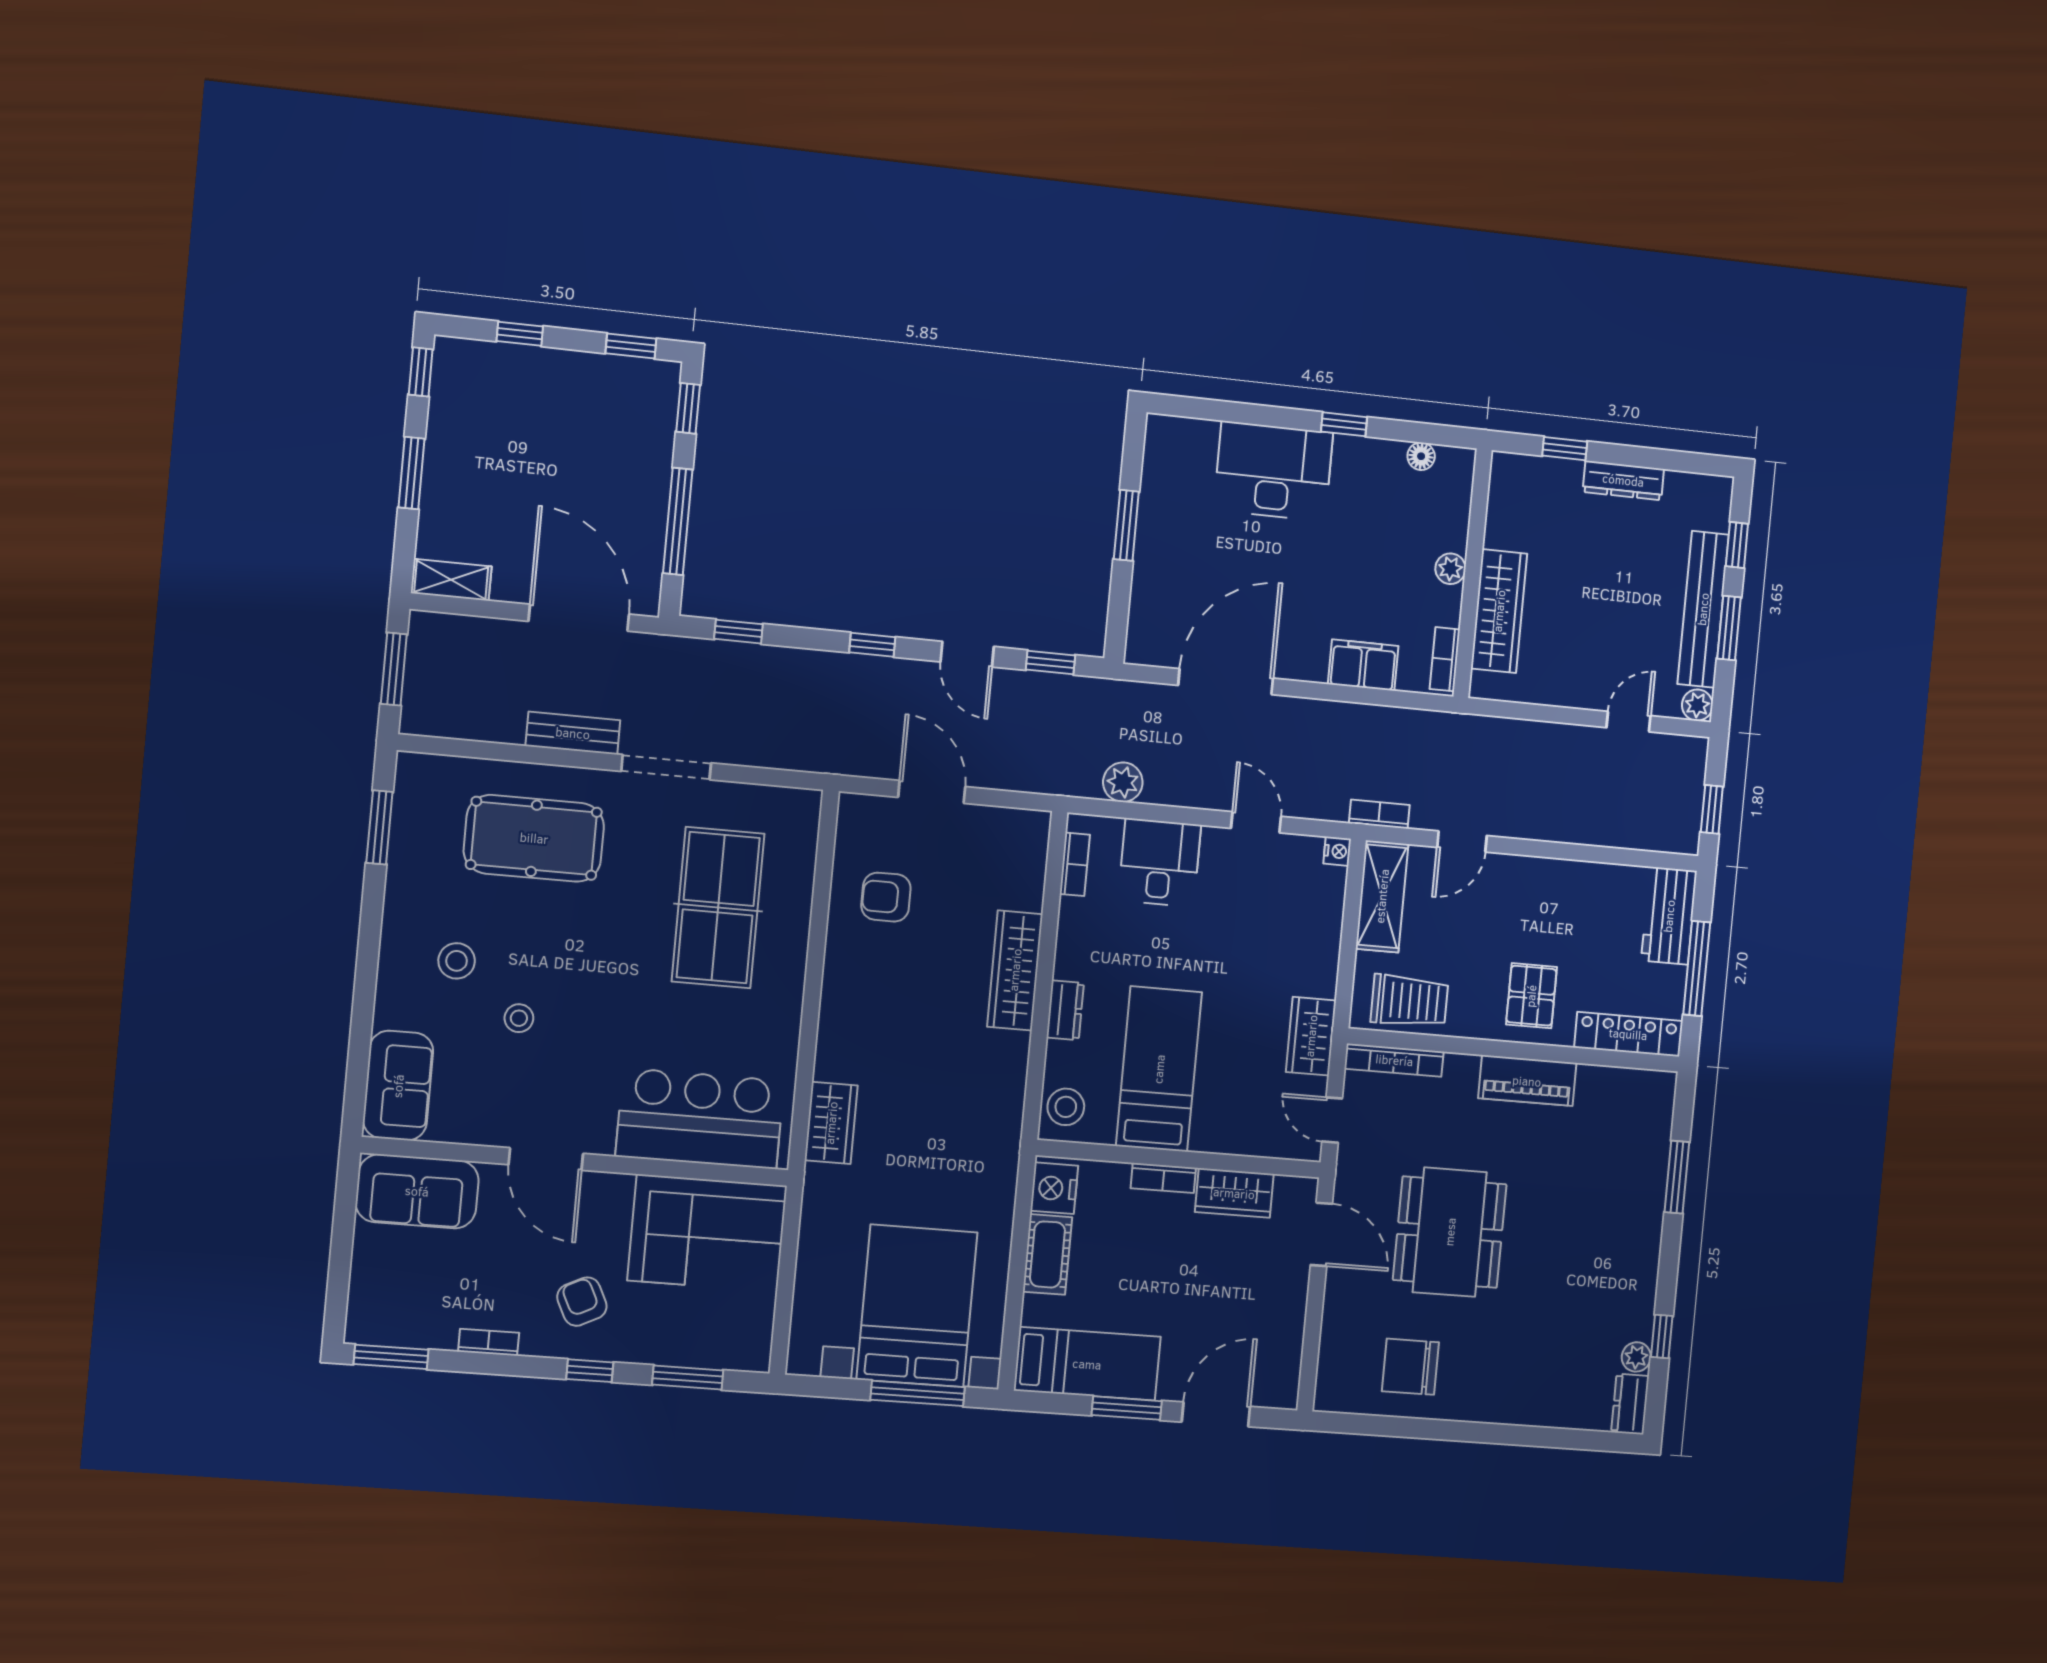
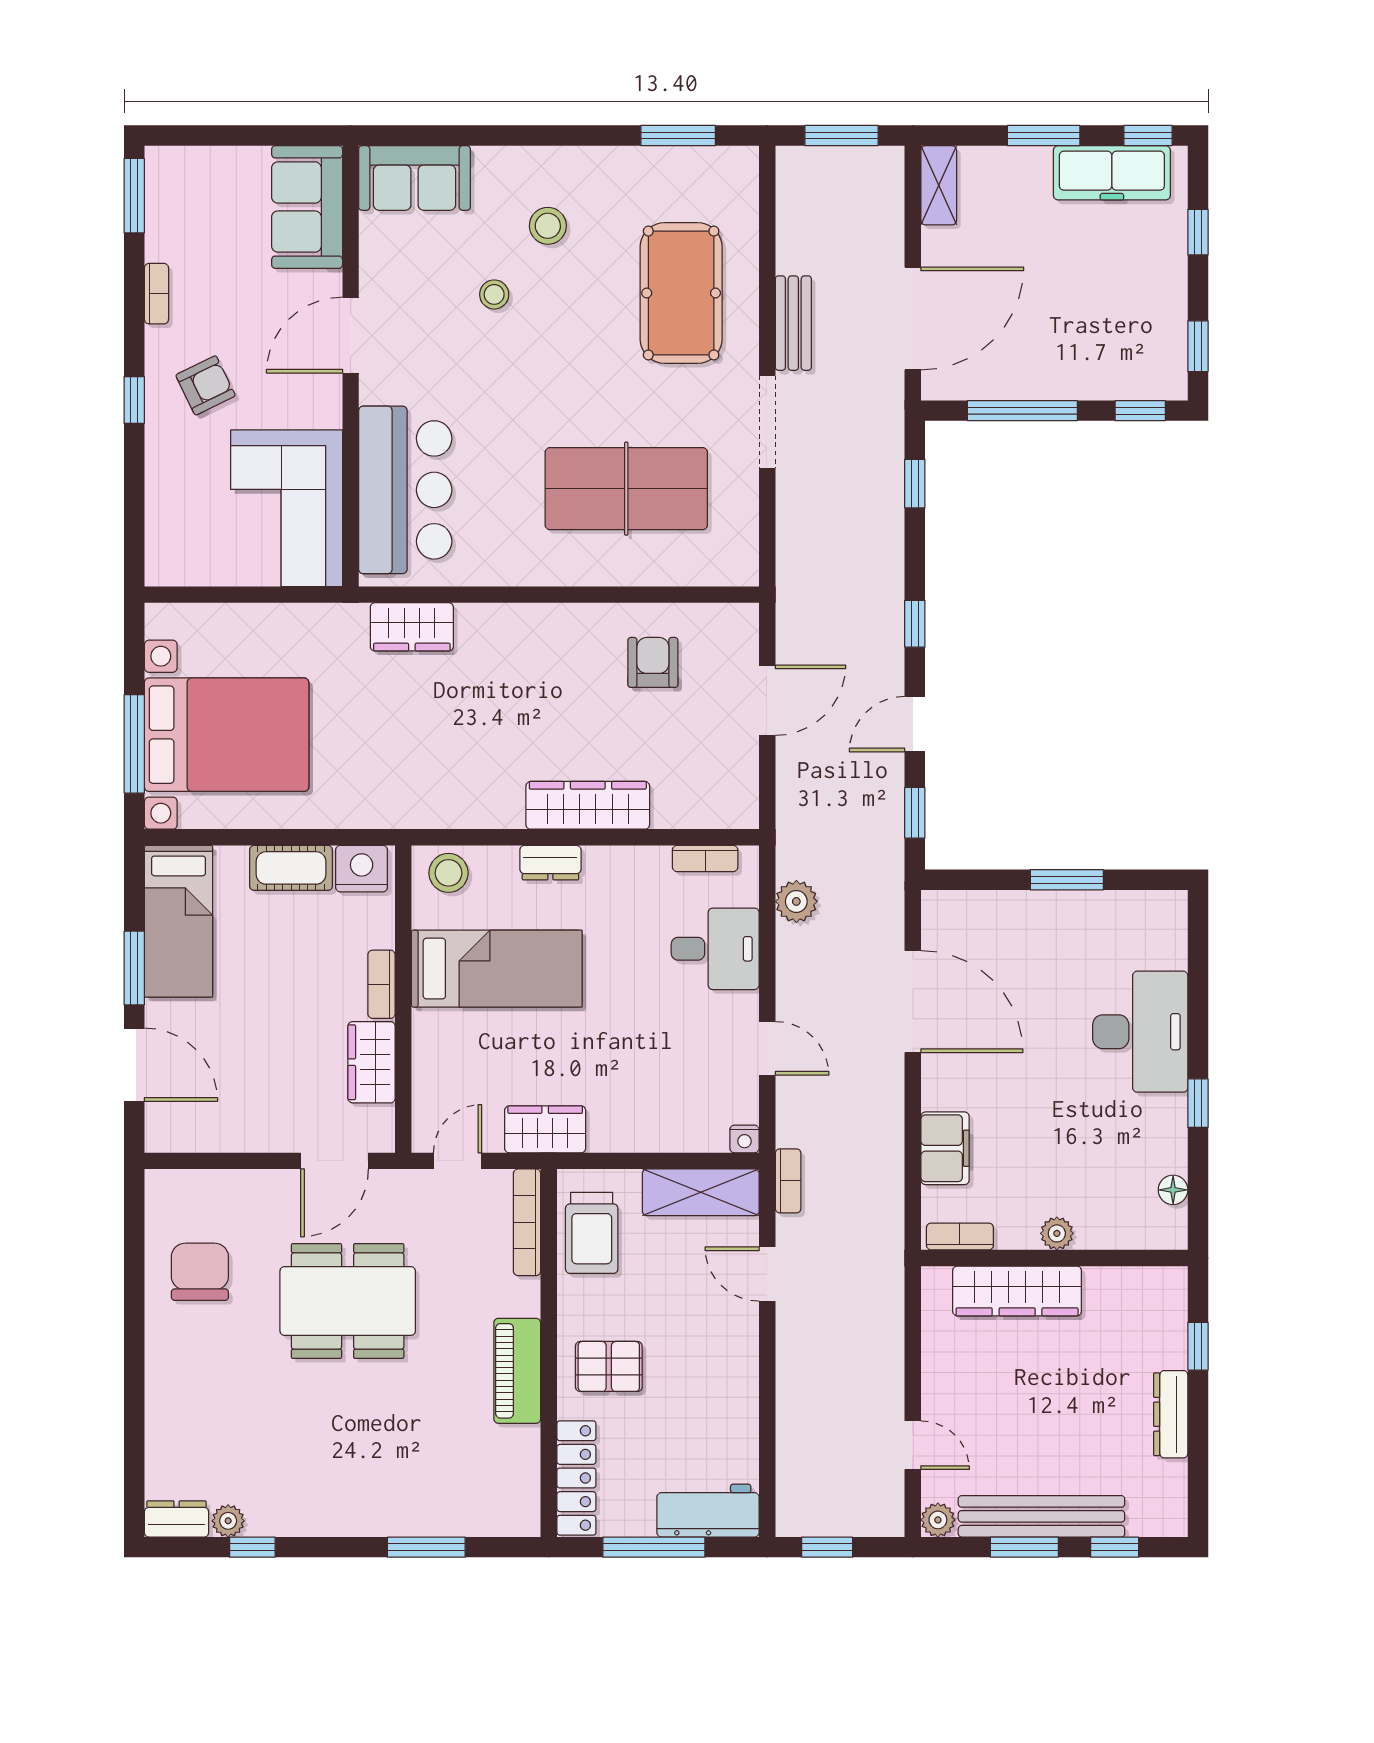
freezer: (454, 411) -> (1112, 173), added
door: (1256, 822) -> (767, 1048), hinge flipped
window: (688, 1378) -> (134, 502), removed

